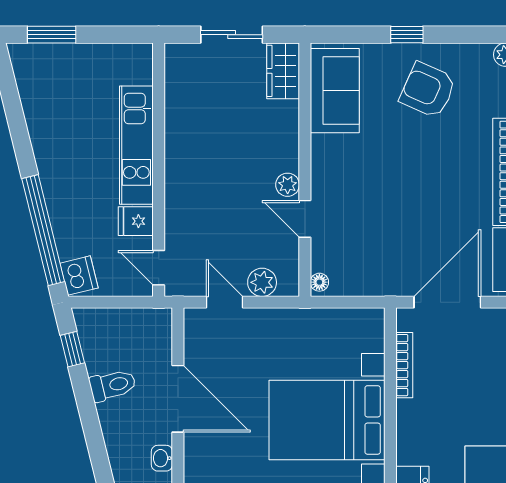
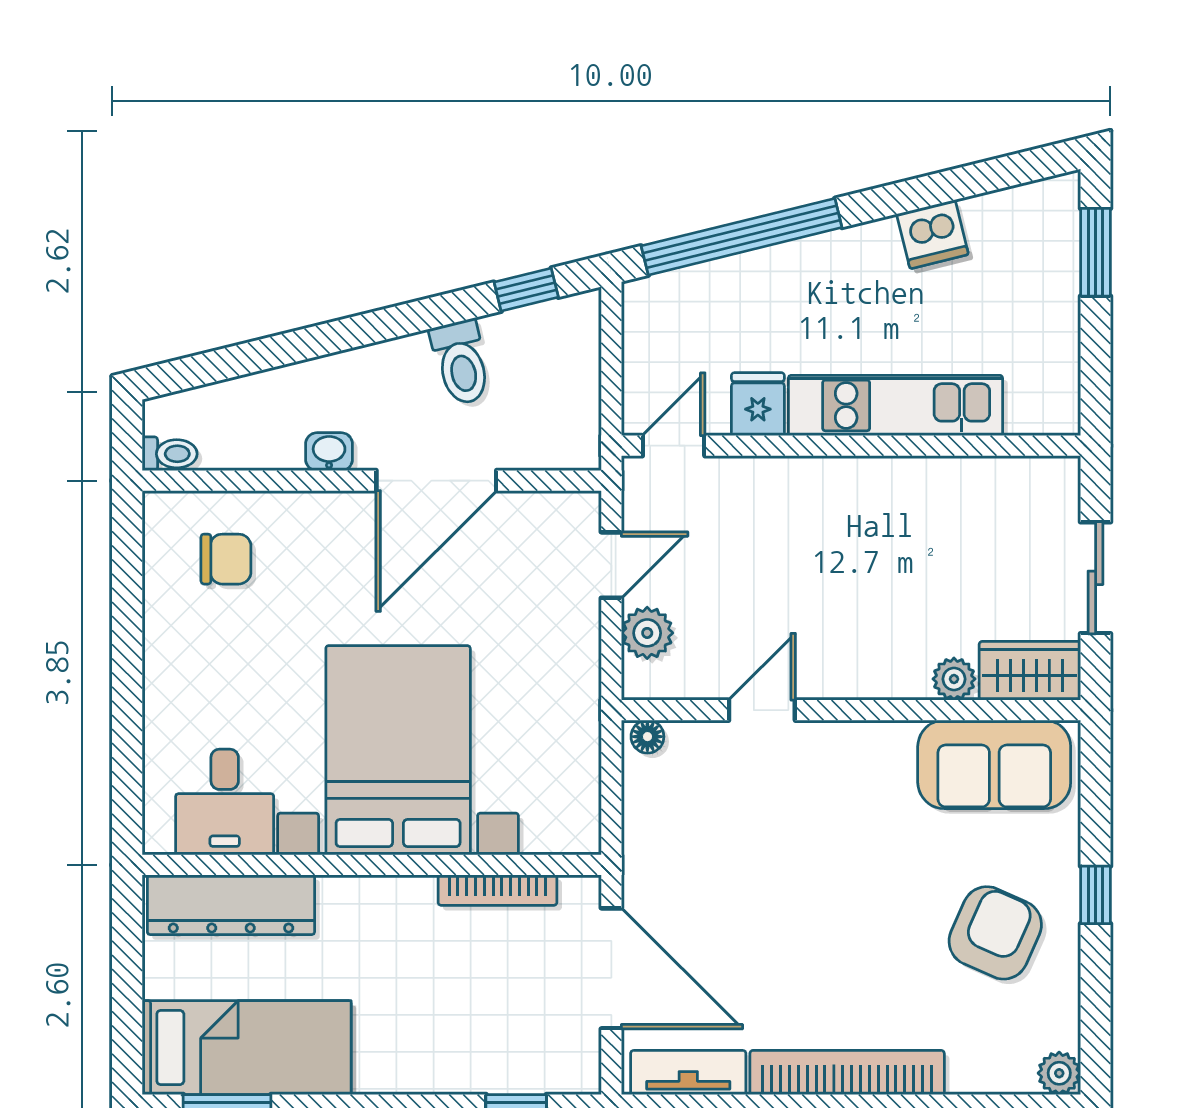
plant: (288, 185) -> (954, 679), moved
dishwasher: (79, 276) -> (933, 234), moved

